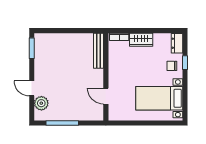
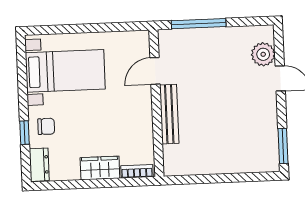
bench: (99, 51) -> (169, 114), moved
door: (106, 96) -> (155, 71), swing flipped
window: (62, 123) -> (199, 24), moved

